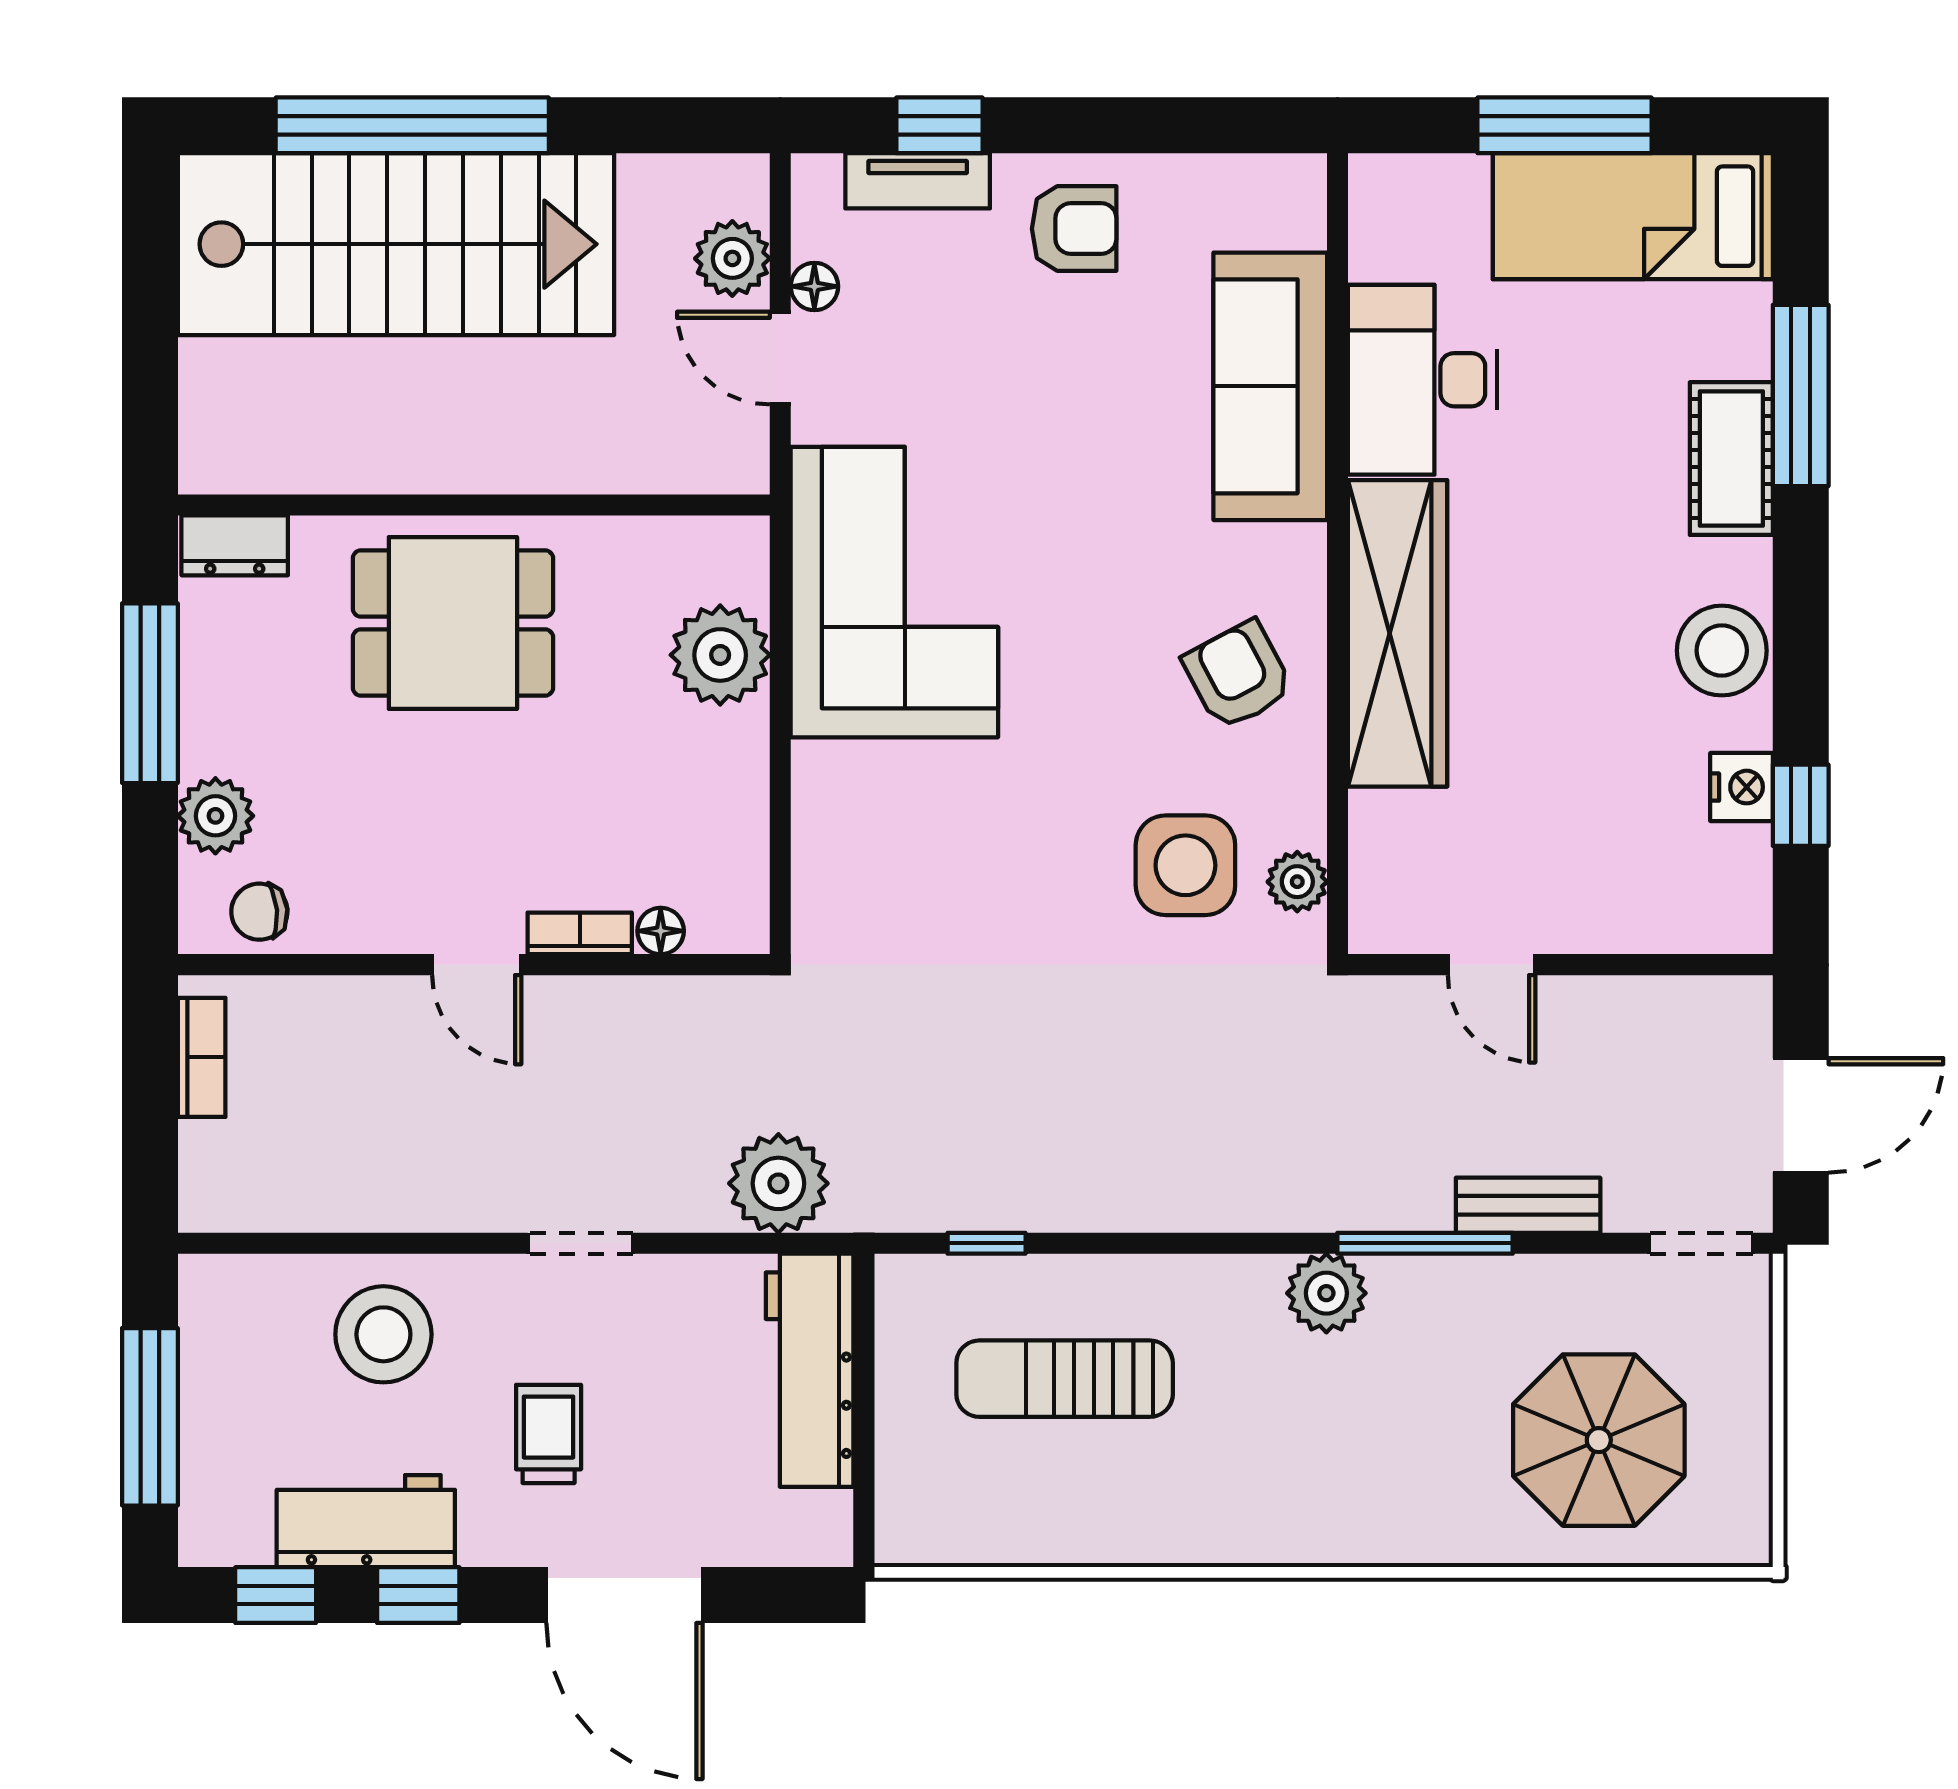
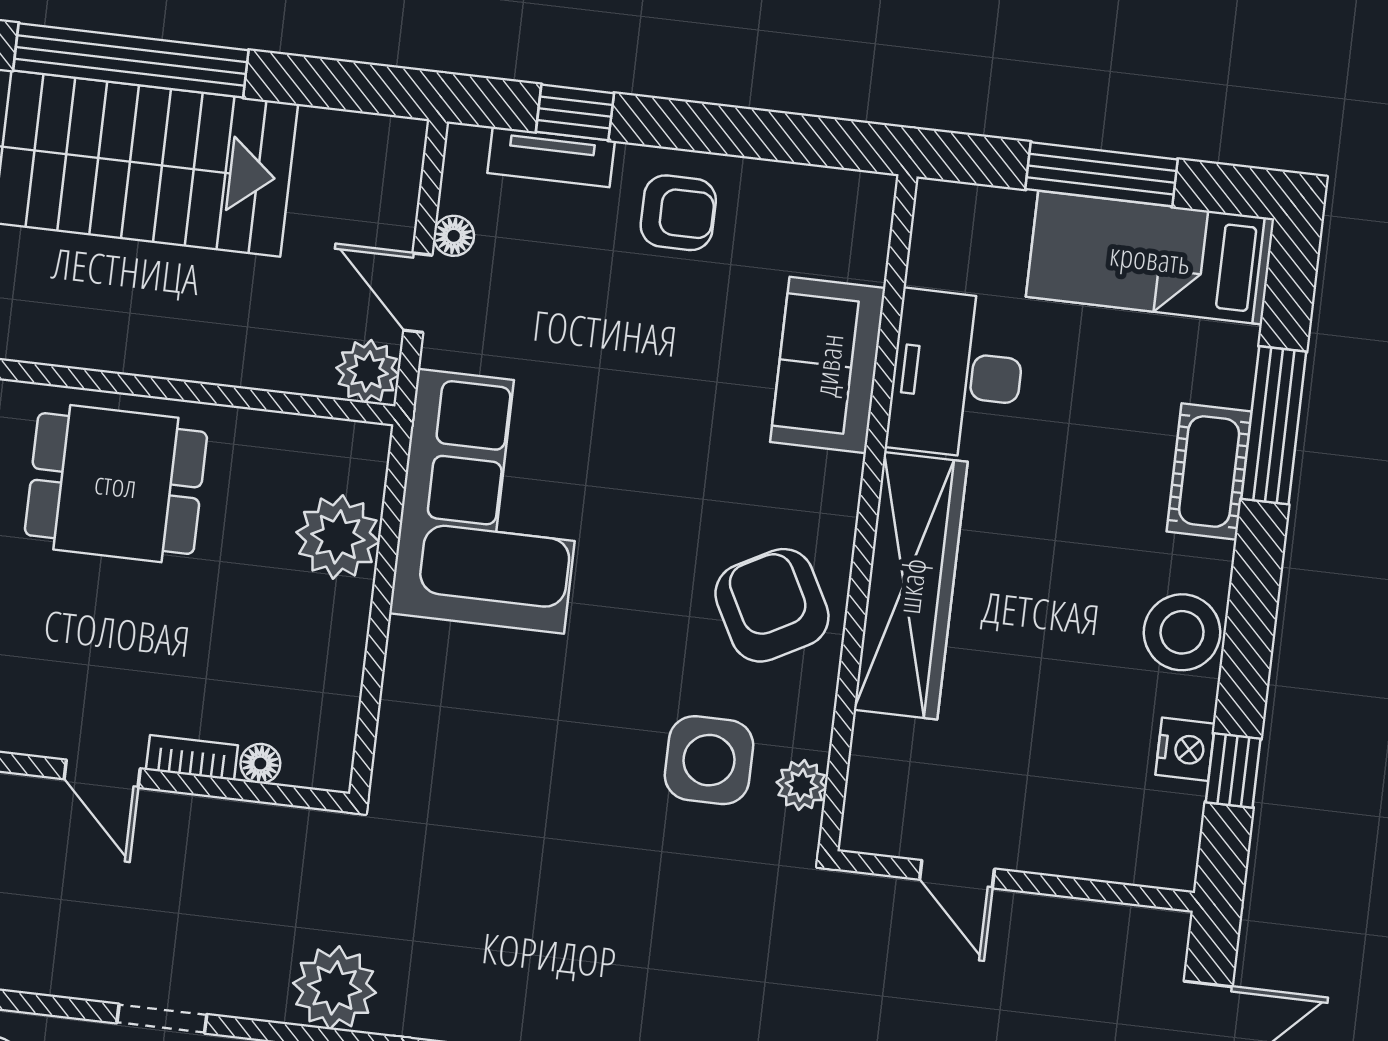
plant: (732, 258) -> (368, 371), moved
sofa: (1270, 386) -> (828, 365), width x0.73
armchair: (1238, 675) -> (772, 605), width x1.38, depth x1.38

